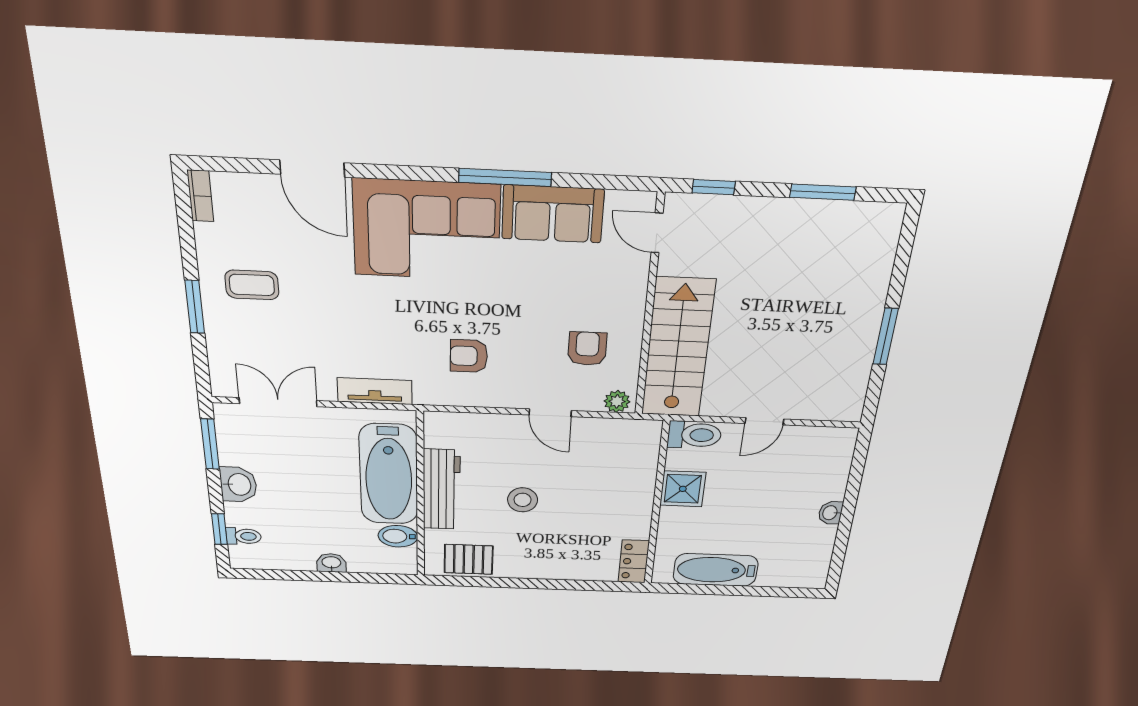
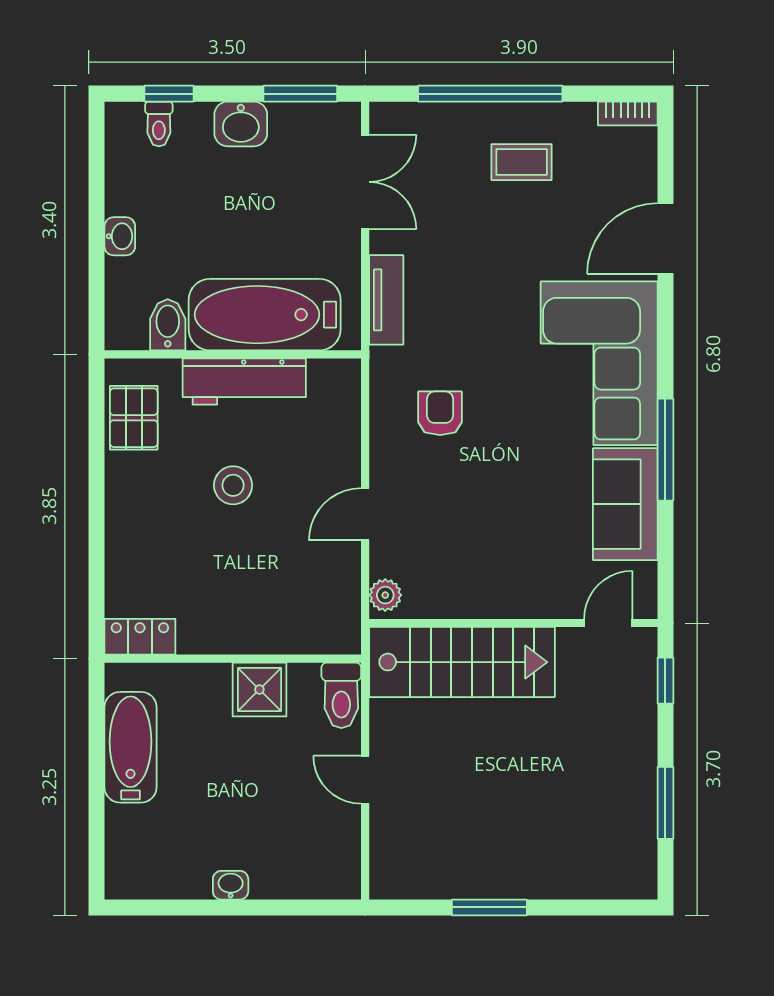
coffee table: (252, 285) -> (522, 162), turned 90
window: (195, 307) -> (490, 94), width x2.11
armchair: (587, 349) -> (456, 554), removed

